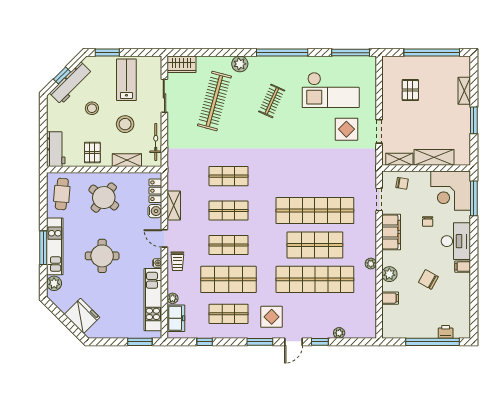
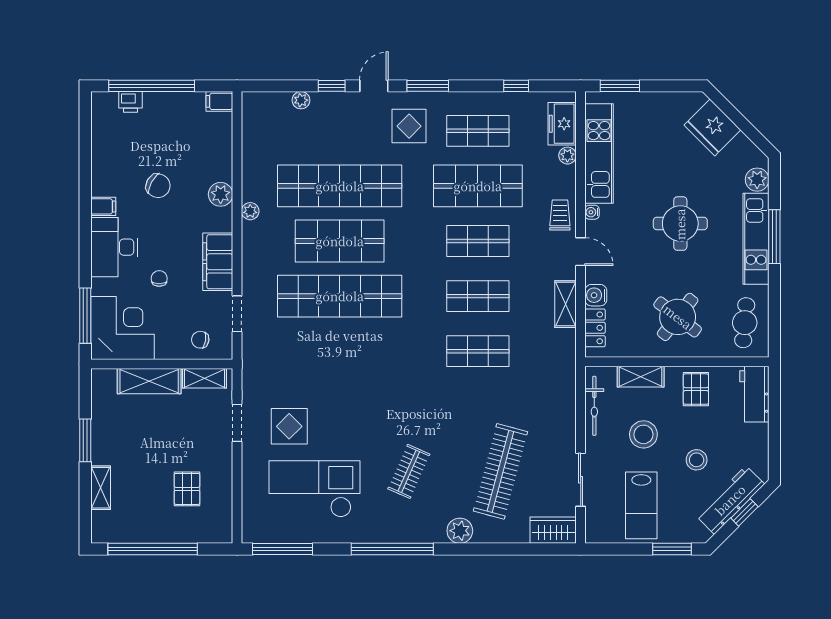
filing cabinet: (390, 298) -> (219, 101), moved

